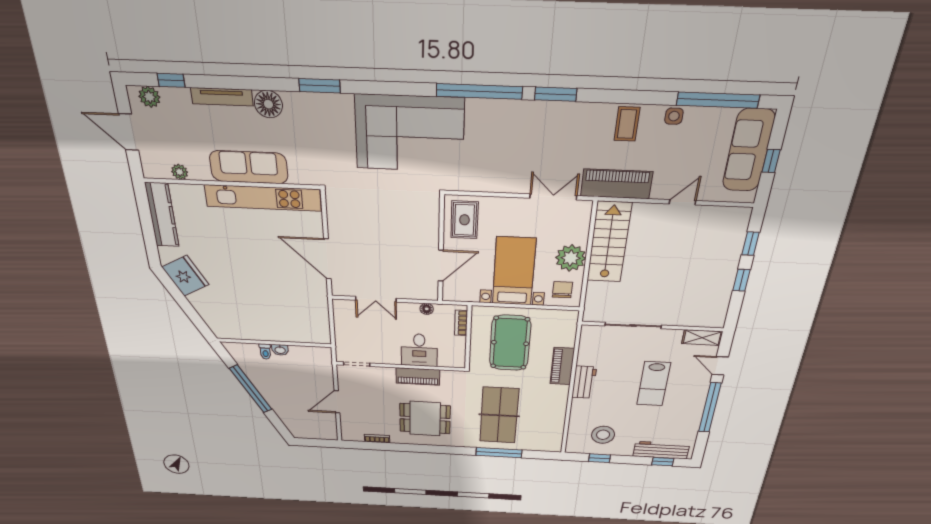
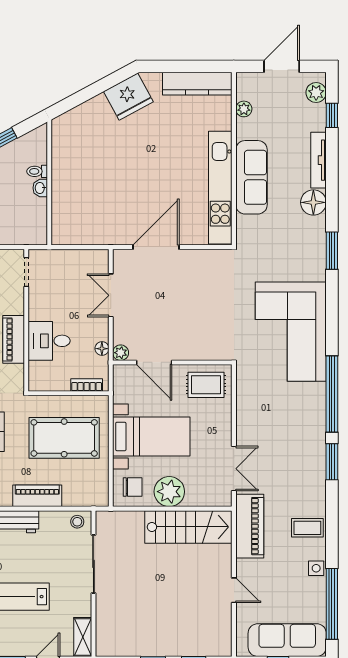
plant: (431, 294) -> (121, 353), added
stool: (590, 337) -> (77, 522), added

